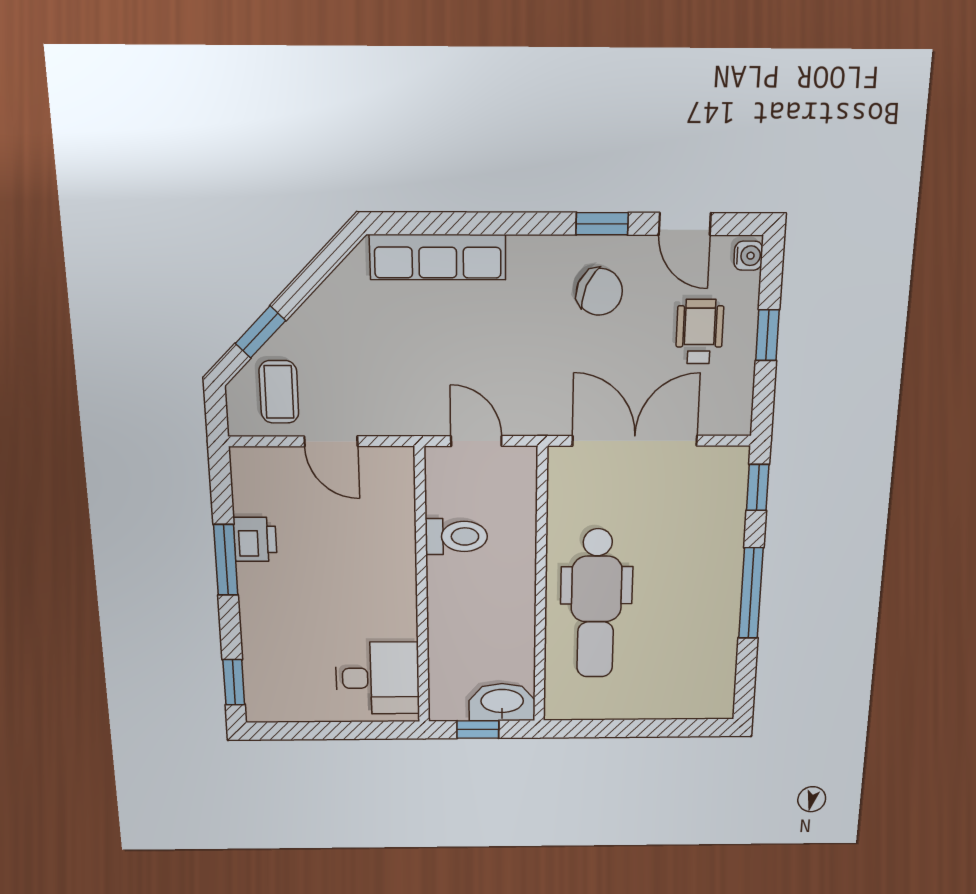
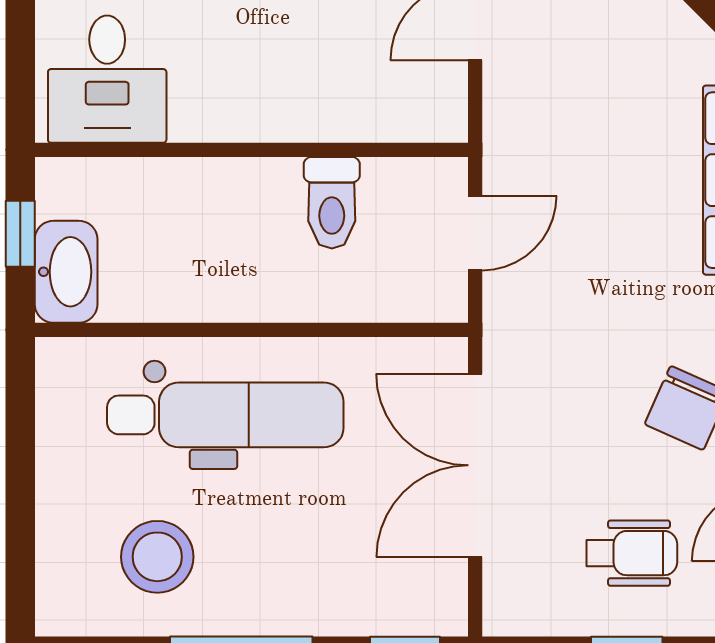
double door: (635, 441) -> (475, 465), swing flipped
dental chair: (596, 604) -> (225, 415), turned 180
stool: (687, 646) -> (157, 557), added

